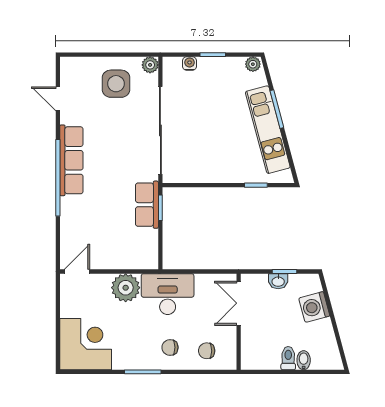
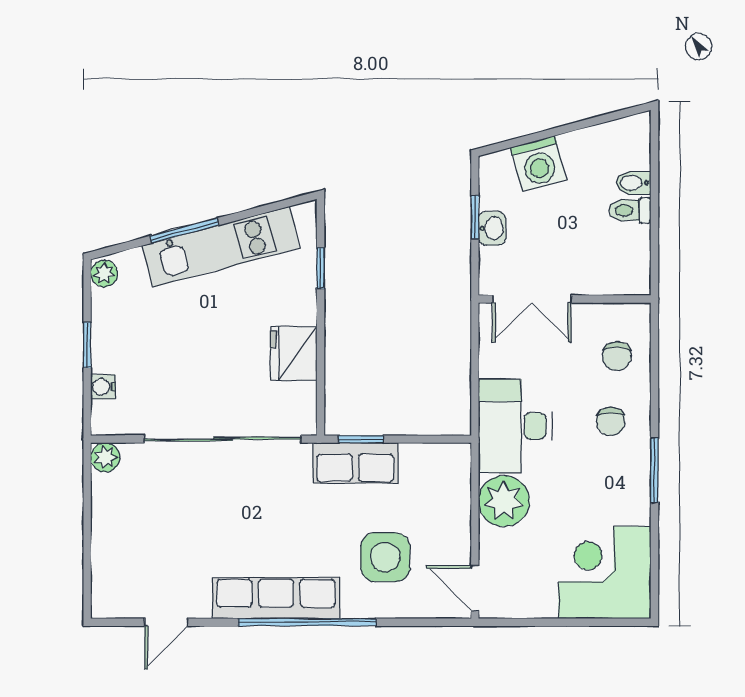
side table: (116, 84) -> (385, 557), moved
fridge: (208, 170) -> (294, 353), added

